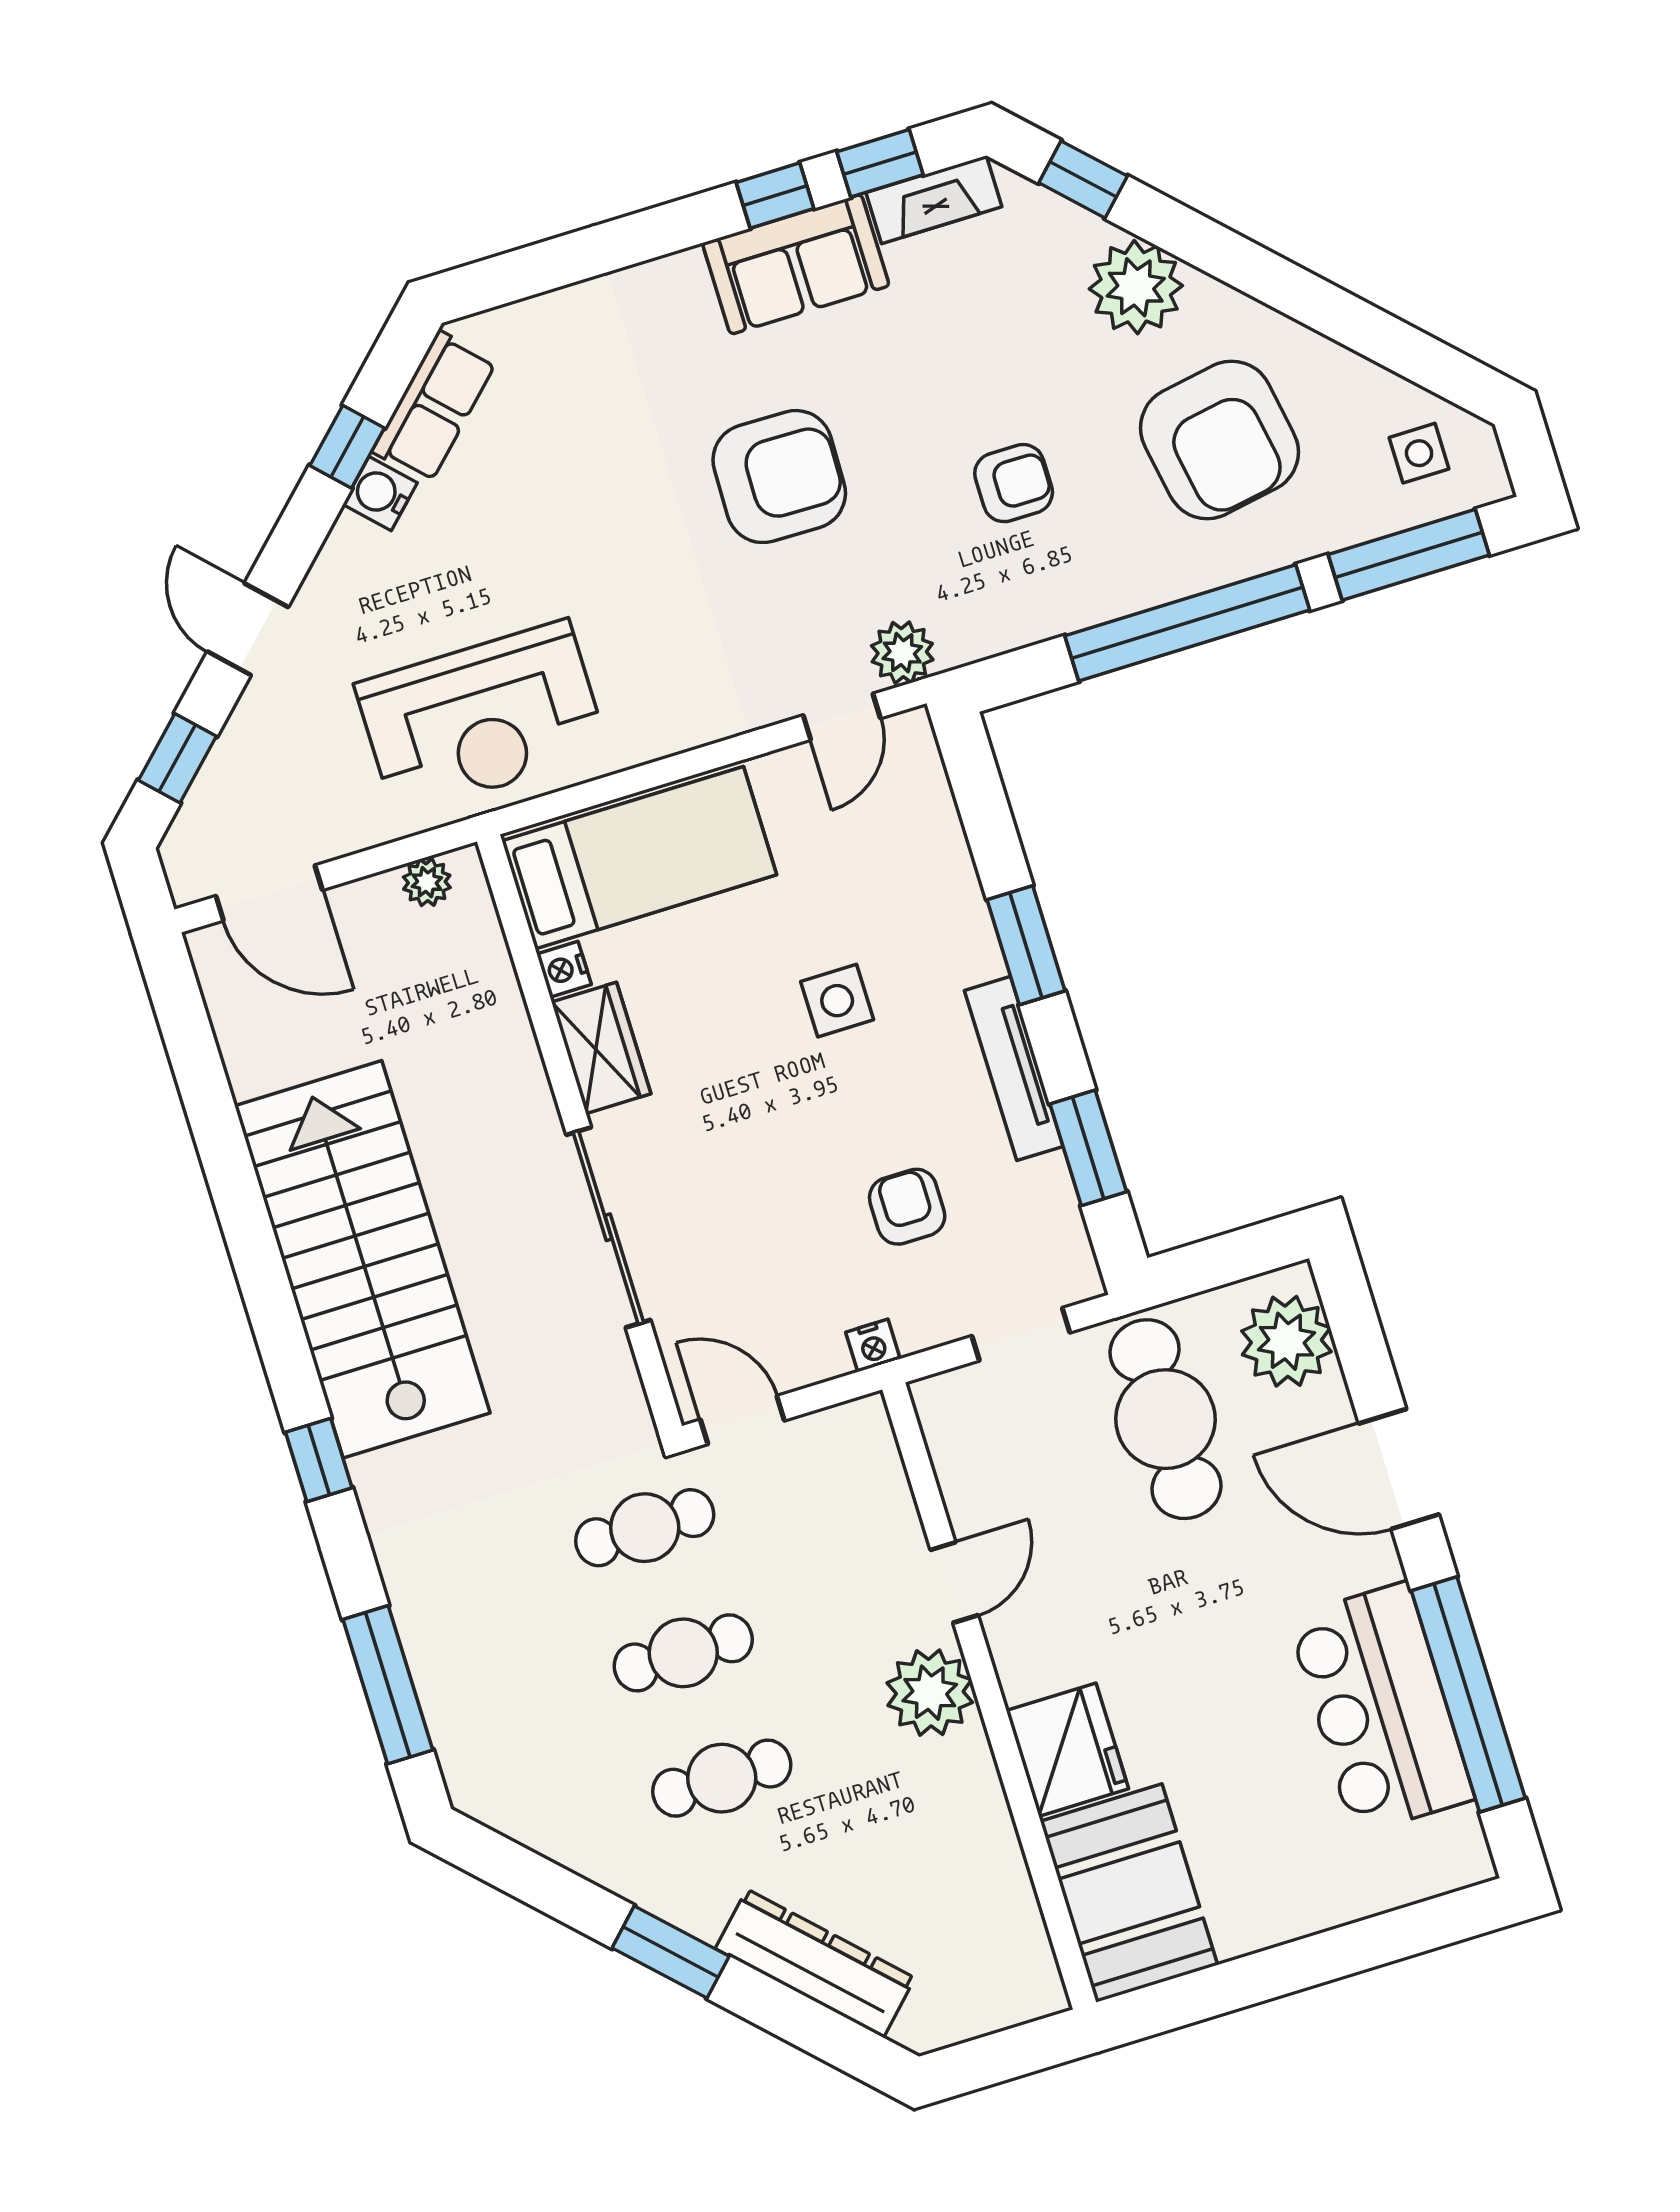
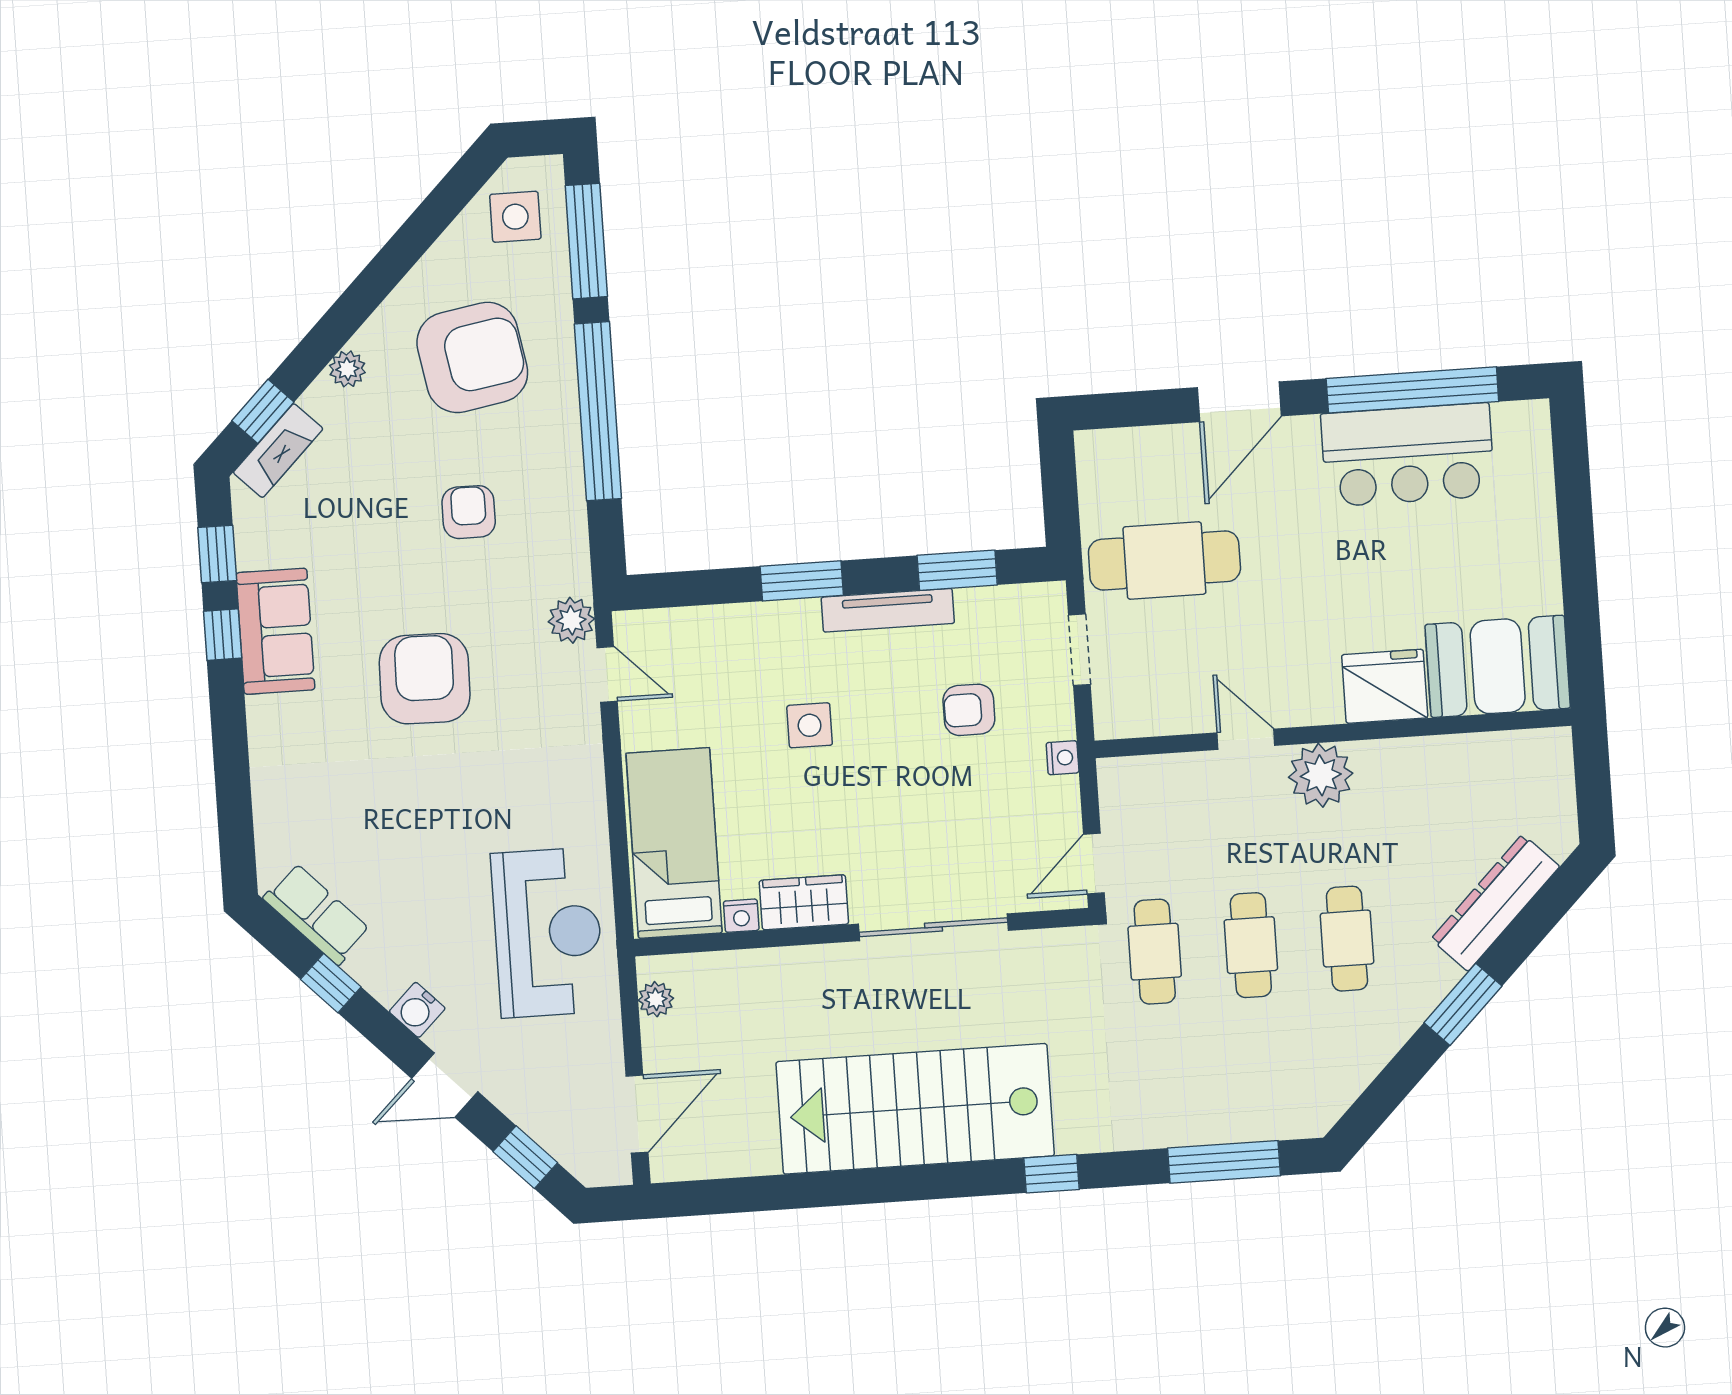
fireplace: (934, 200) -> (278, 451), moved, turned 45
plant: (1136, 287) -> (347, 369), width x0.53, depth x0.53
side table: (1419, 453) -> (515, 217), width x1.37, depth x1.37
water cooler: (380, 494) -> (417, 1010), moved
plant: (1286, 1341) -> (1129, 461), removed

